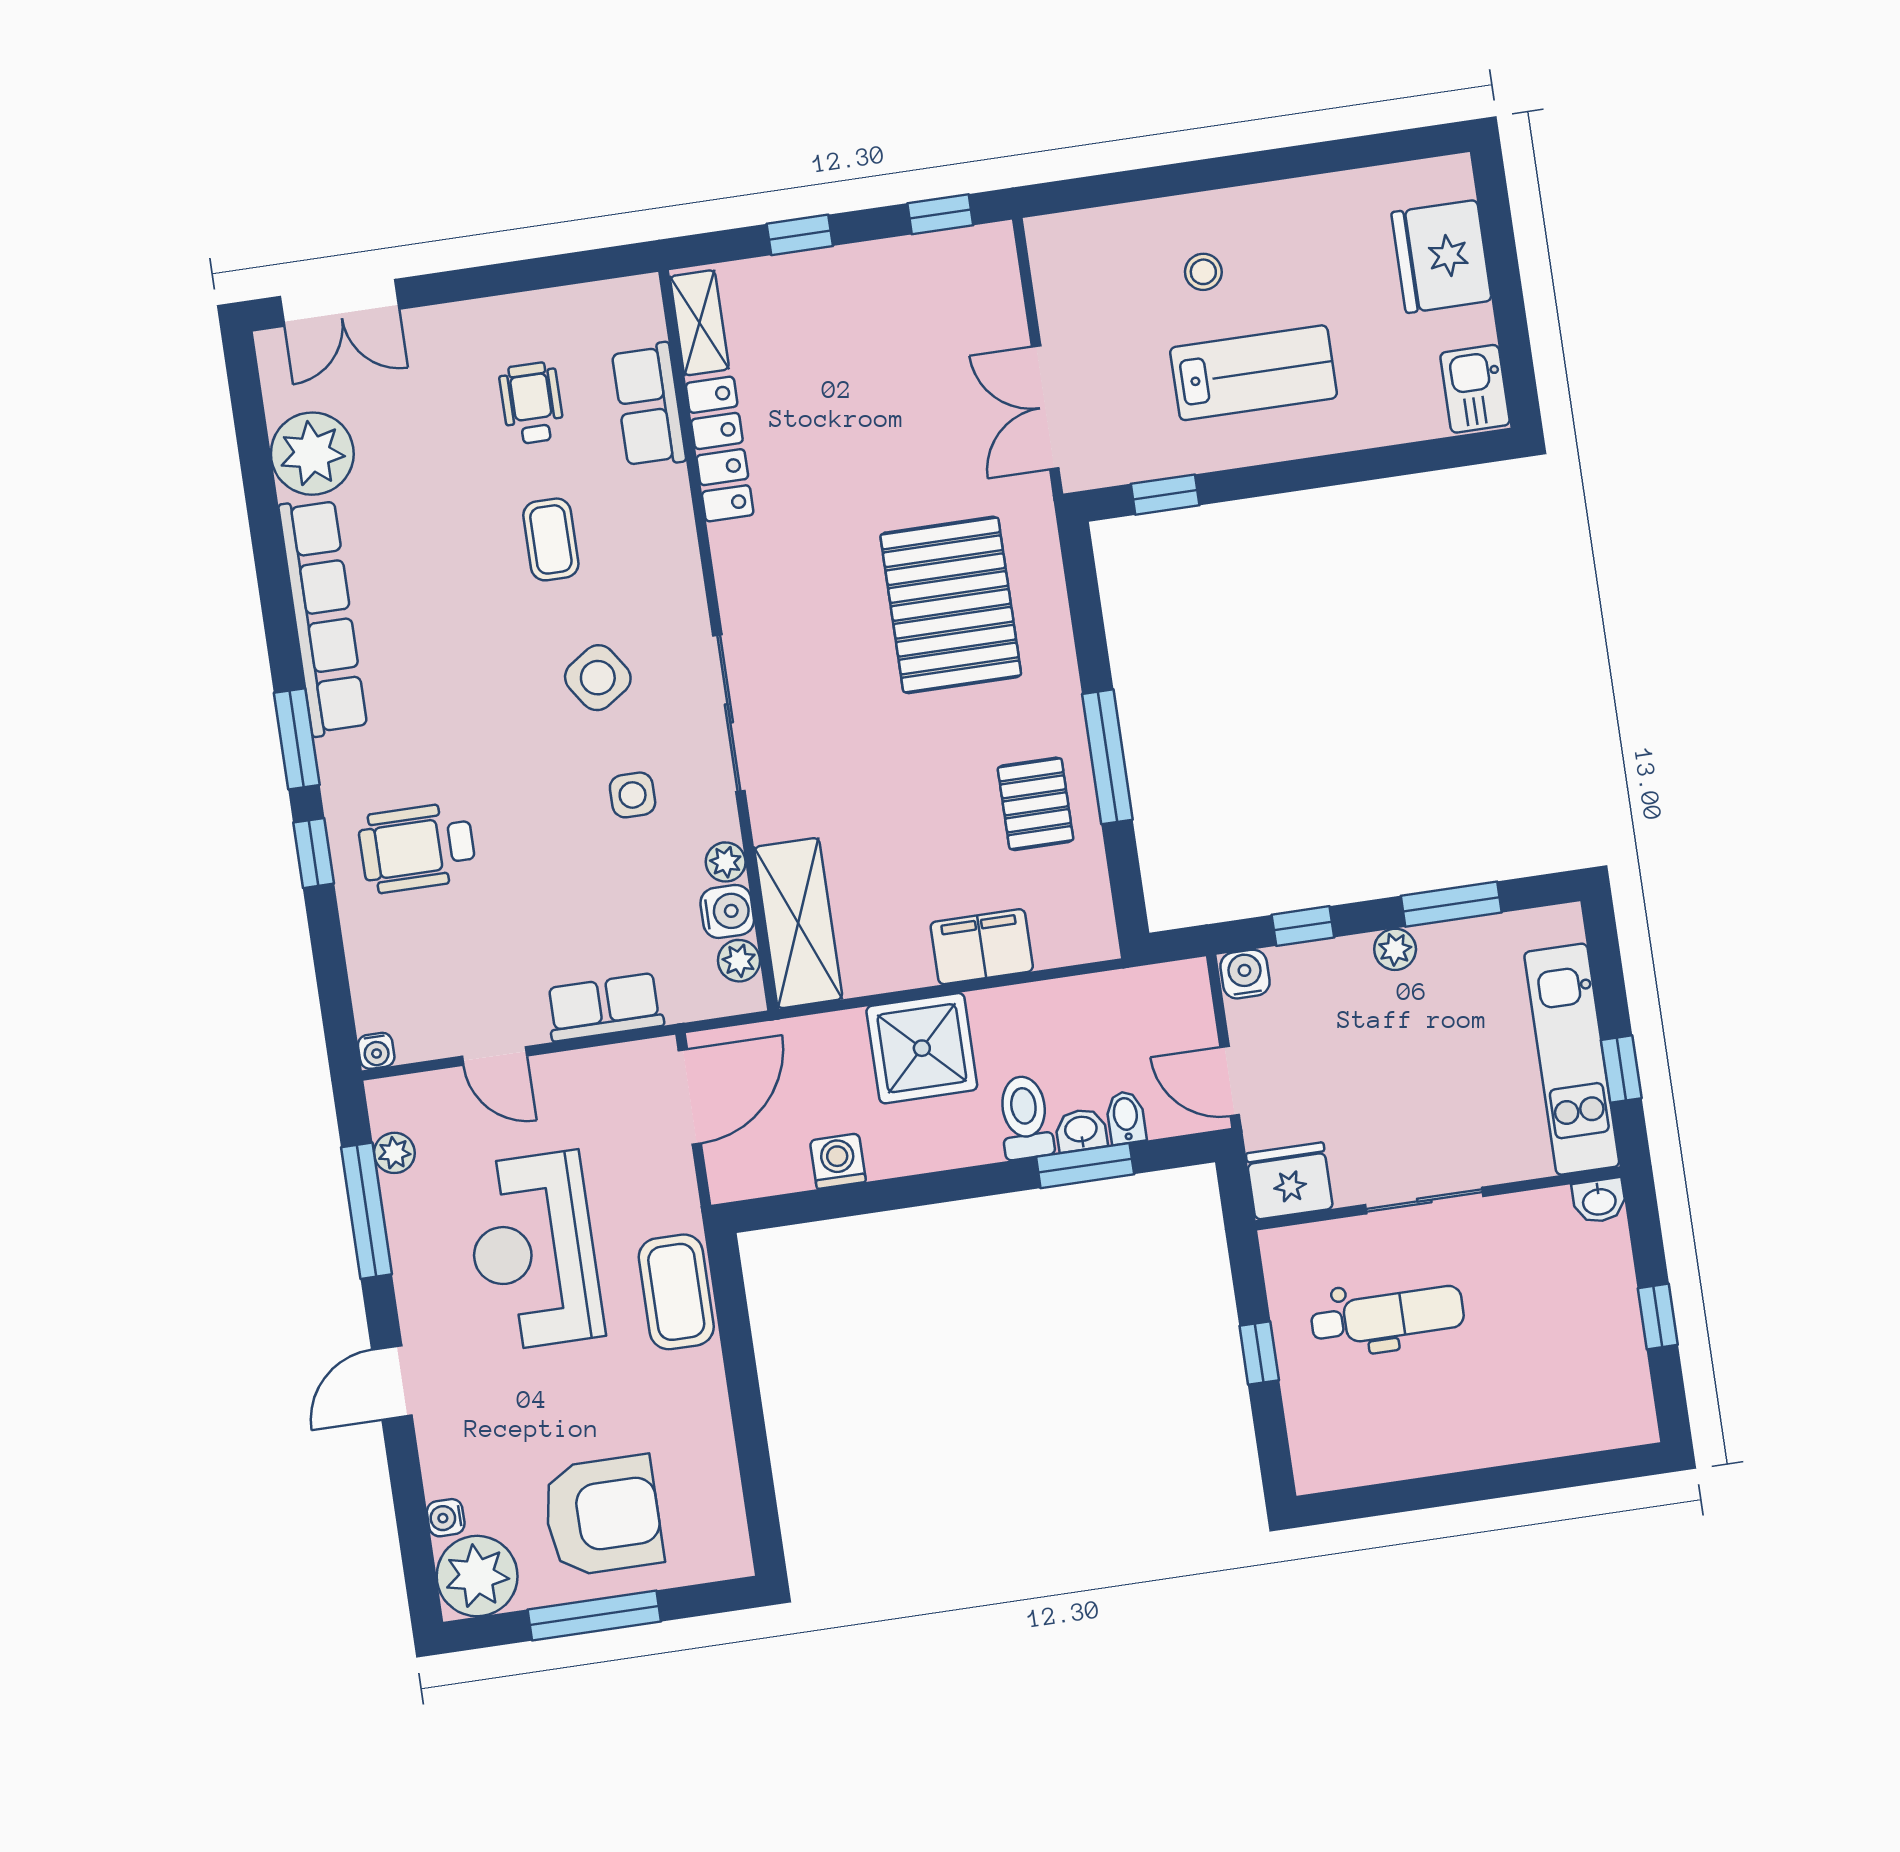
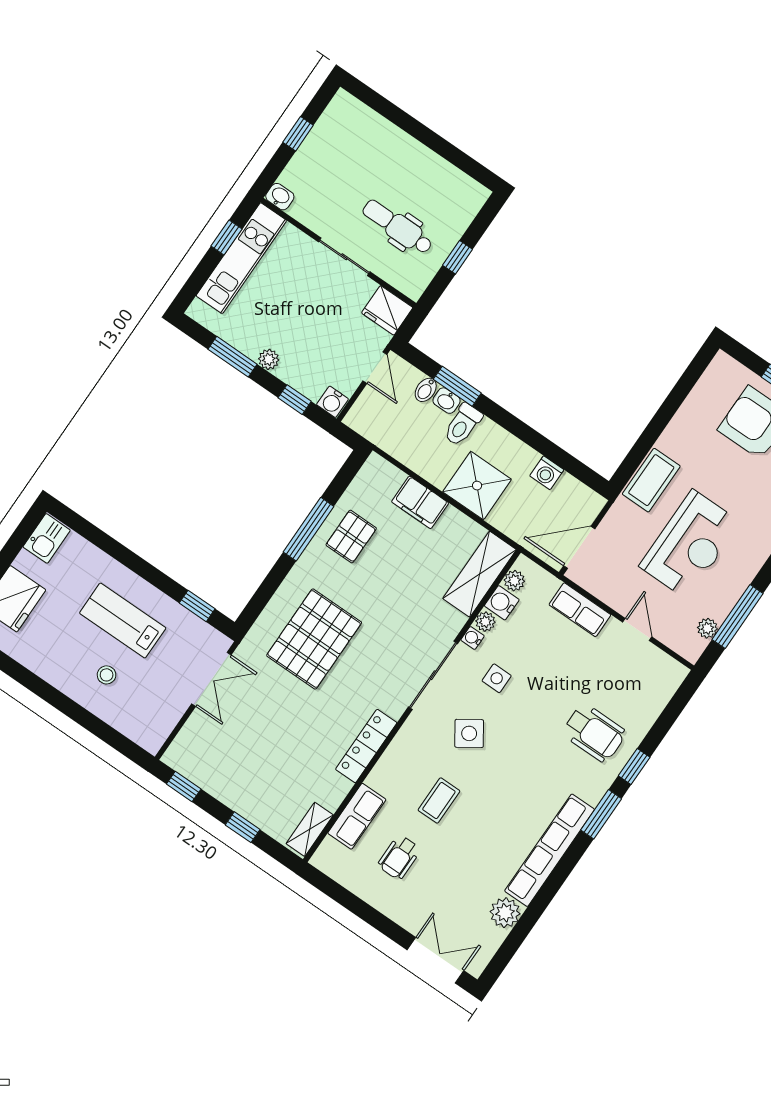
locker: (720, 449) -> (366, 746), moved
plant: (312, 454) -> (505, 913), width x0.73, depth x0.73
water cooler: (376, 1051) -> (473, 638), moved, turned -90

